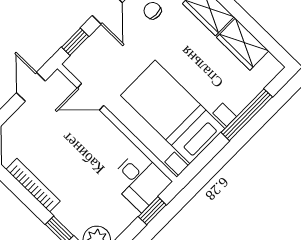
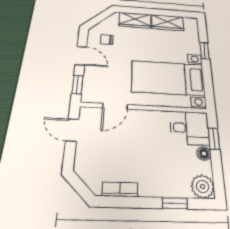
window: (247, 115) -> (205, 51), width x0.46
bookcase: (33, 185) -> (120, 189), width x0.64
floor lamp: (128, 215) -> (204, 153), added

